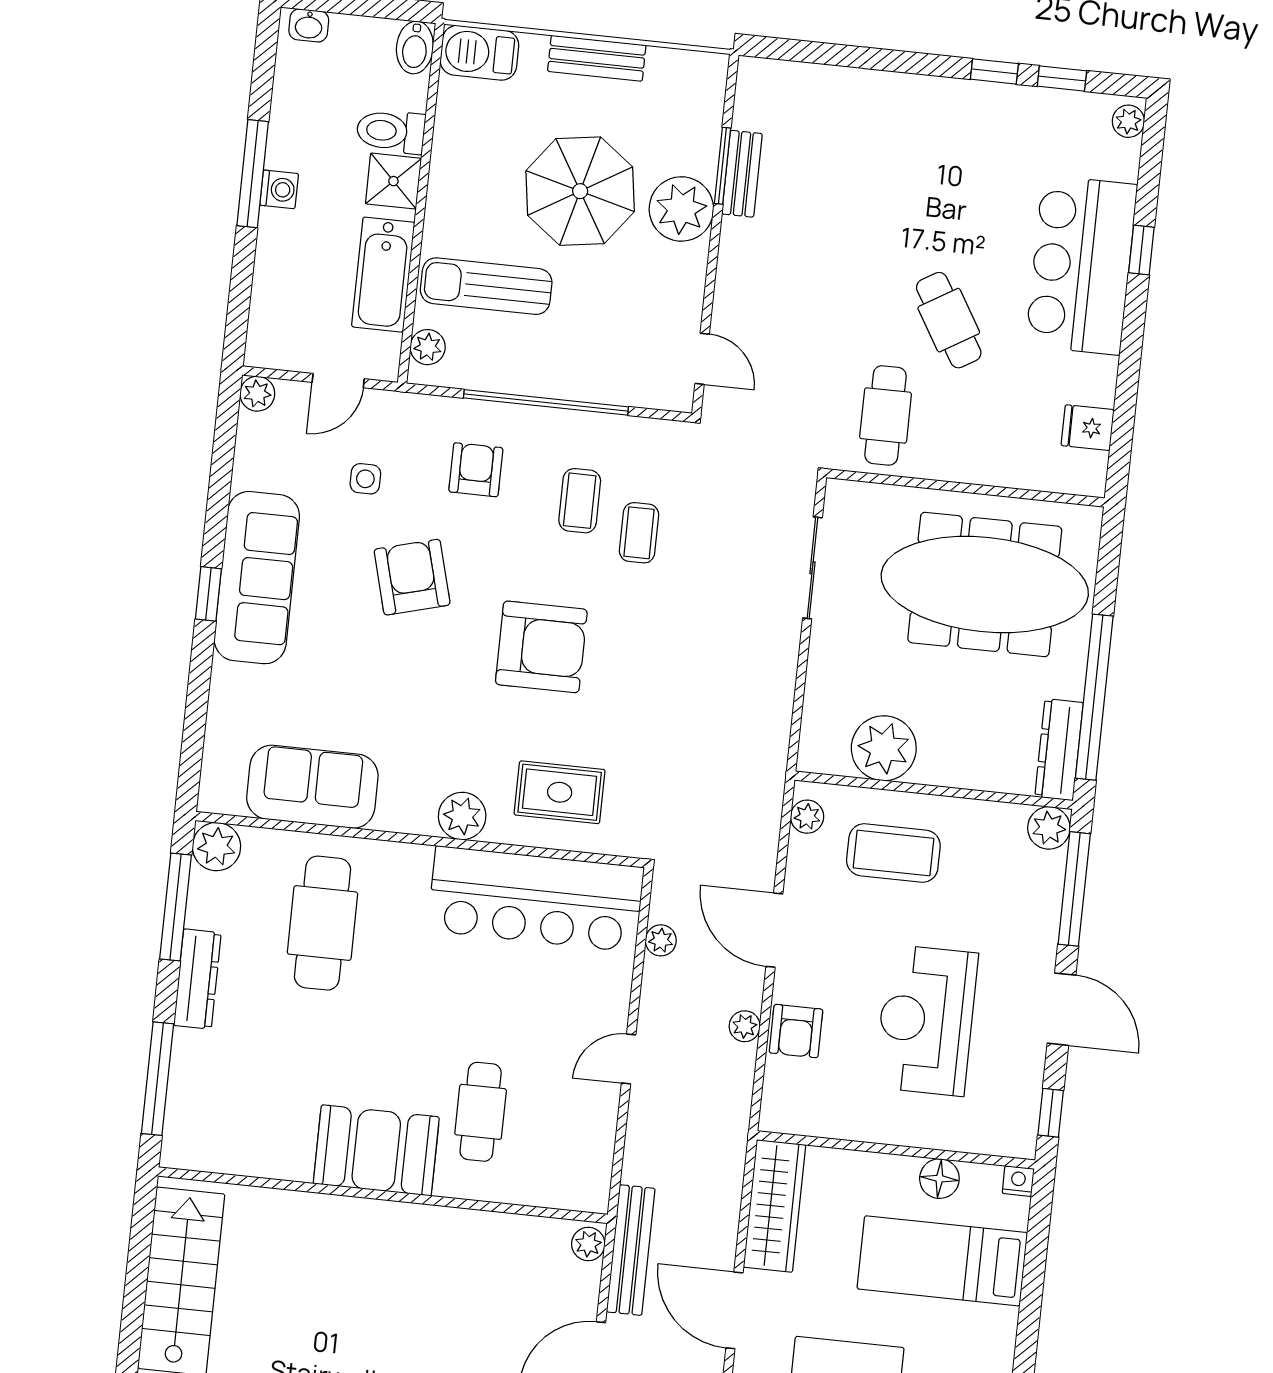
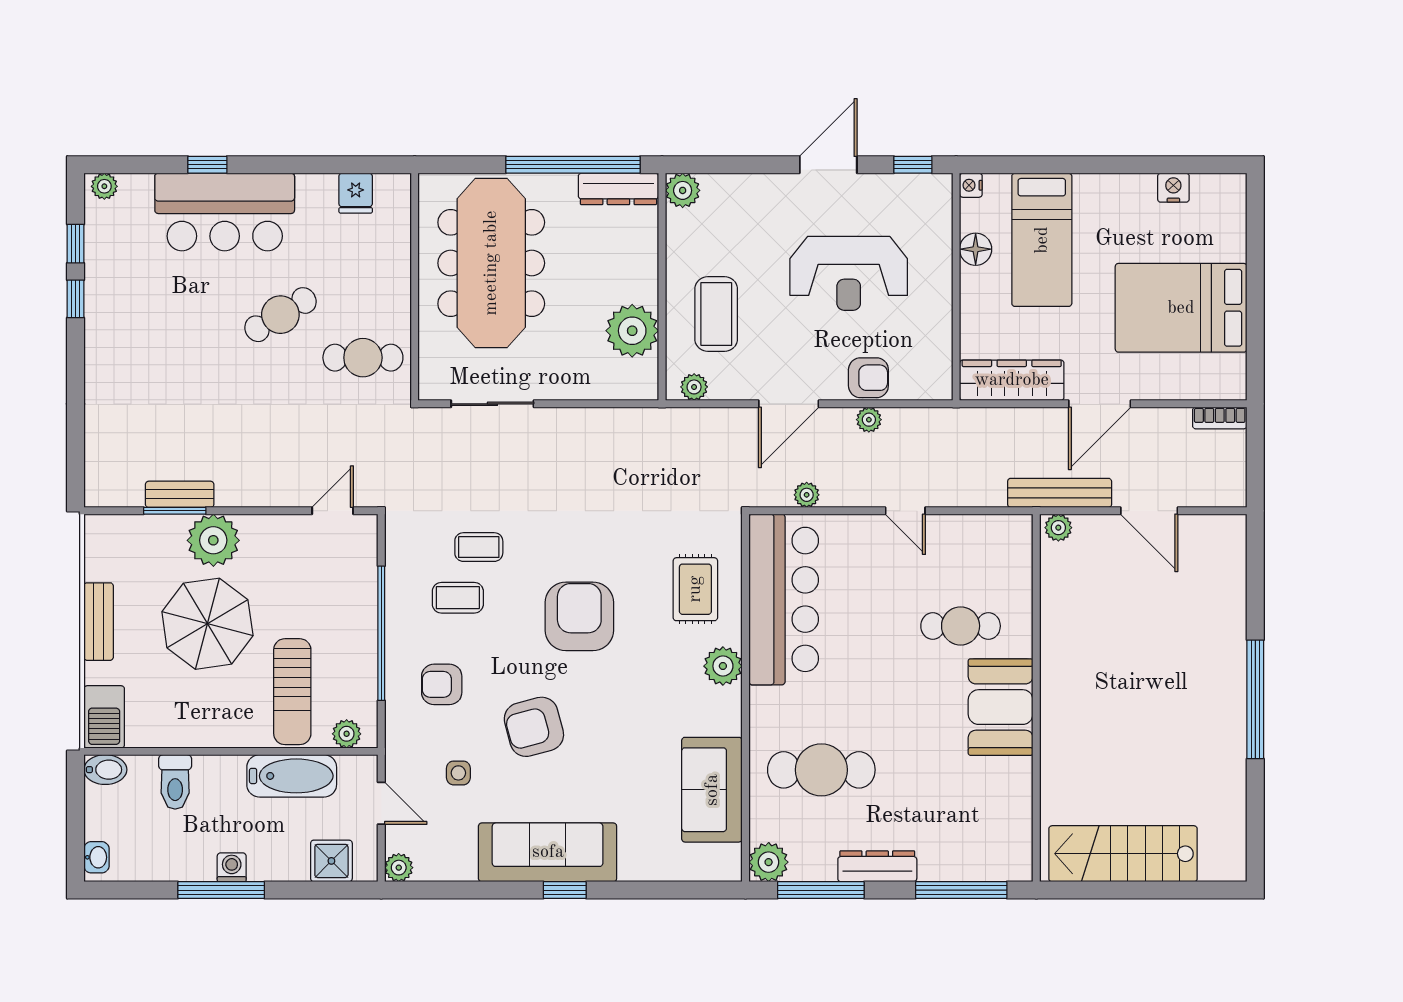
shower: (393, 181) -> (331, 861), moved
window: (1074, 889) -> (730, 165), removed

